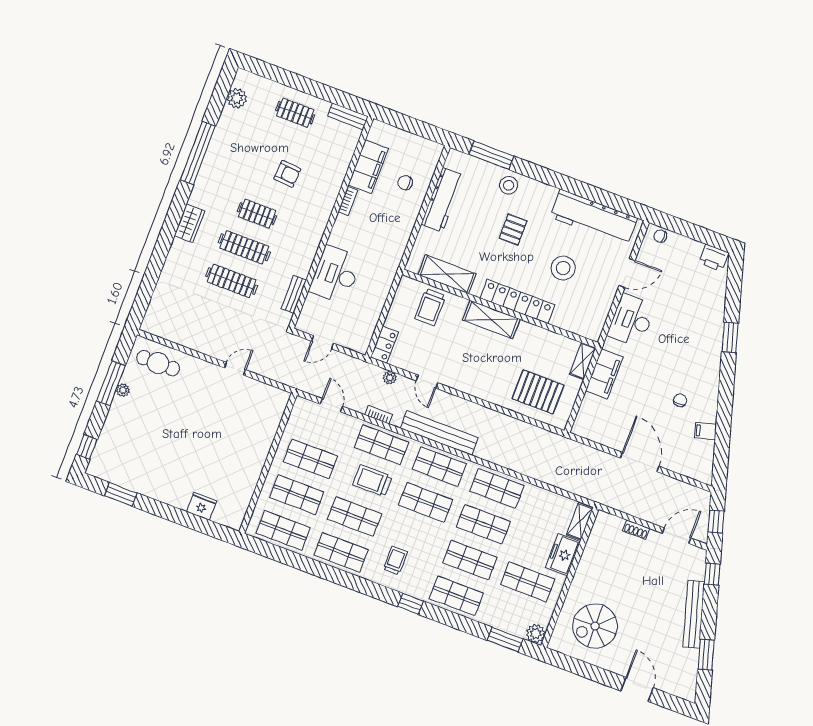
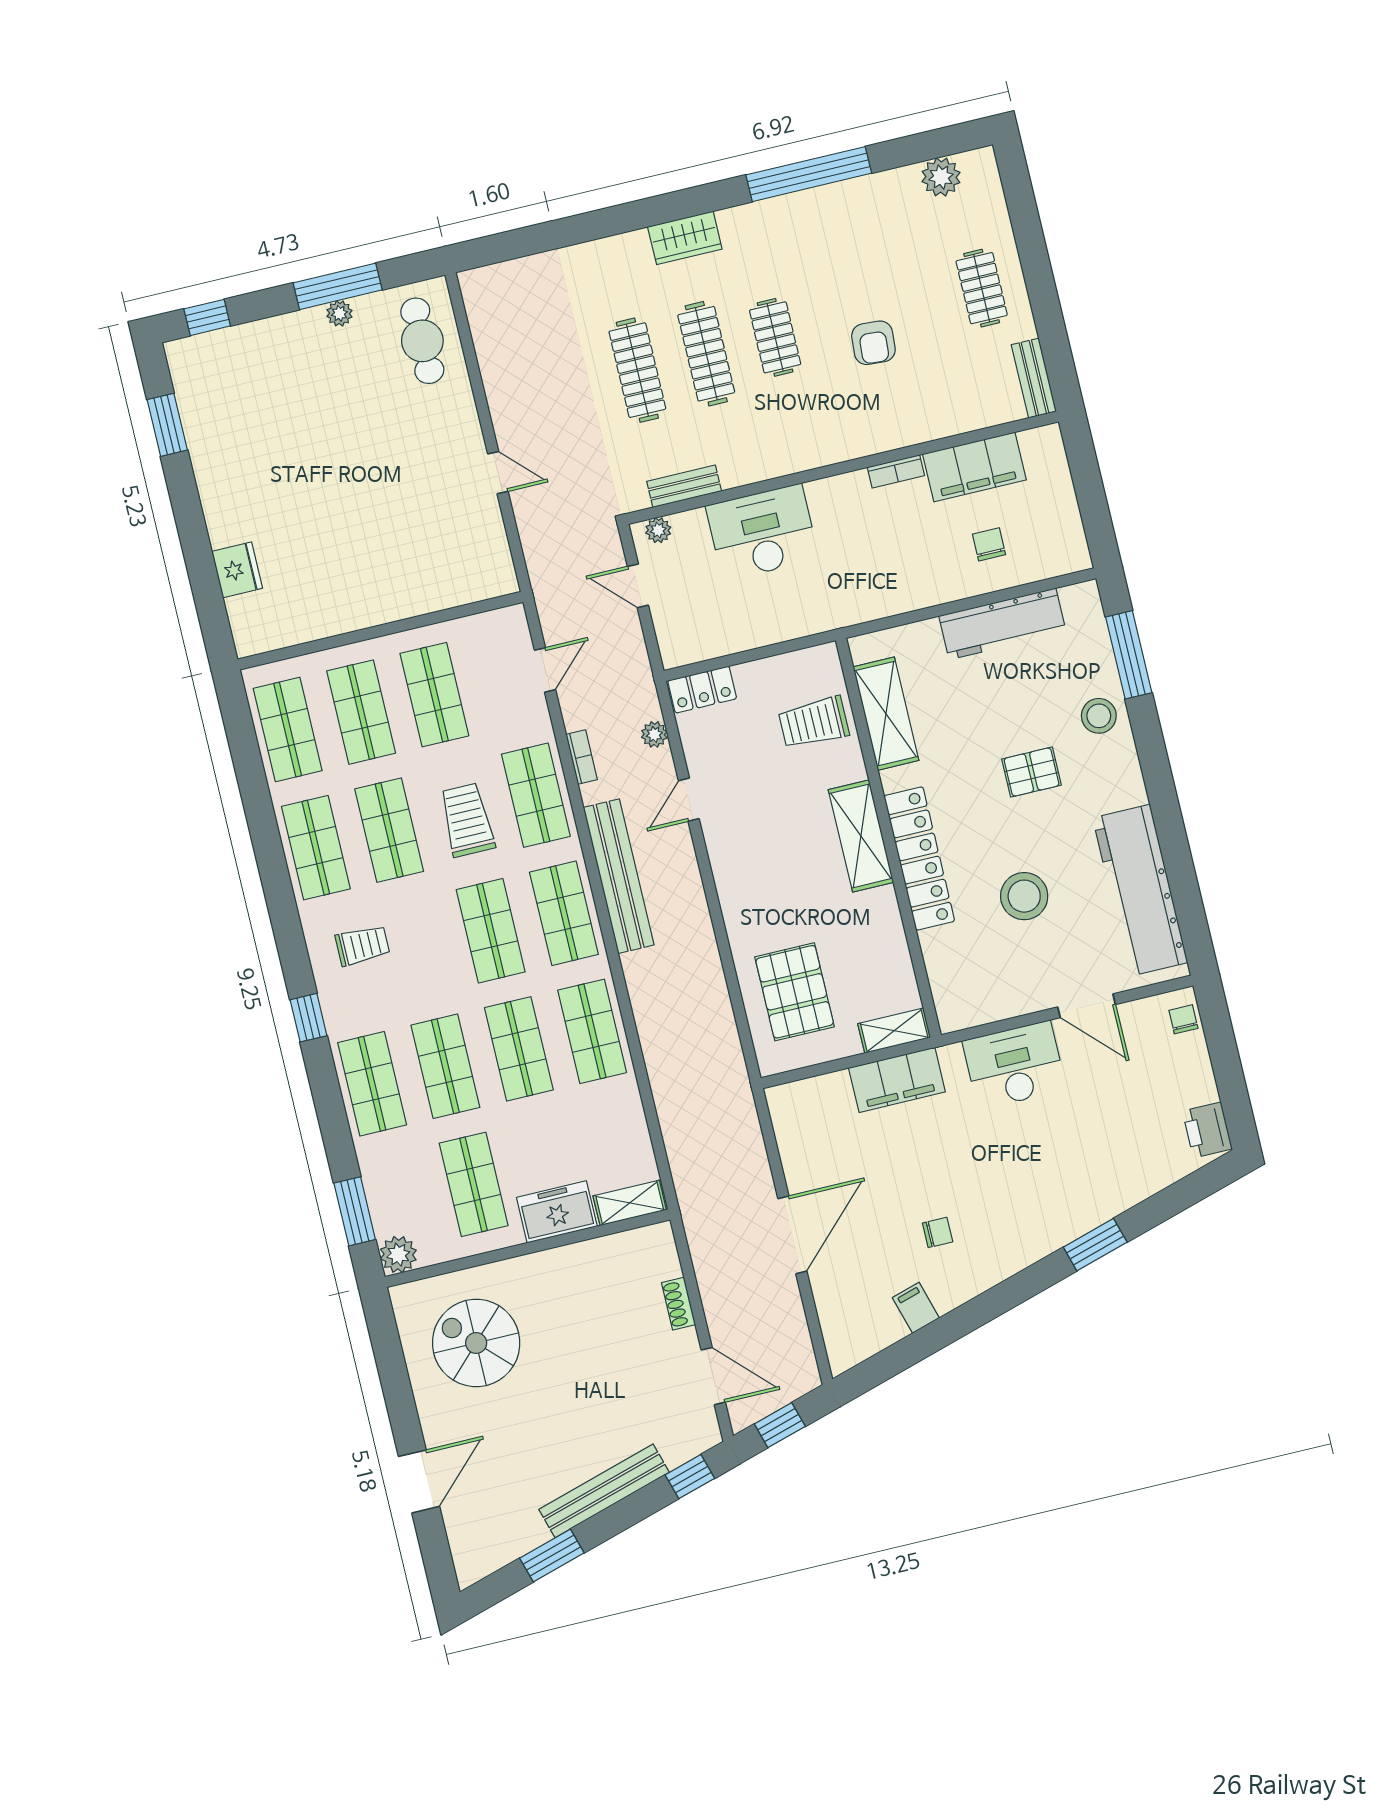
plant: (305, 318) -> (658, 530), added

